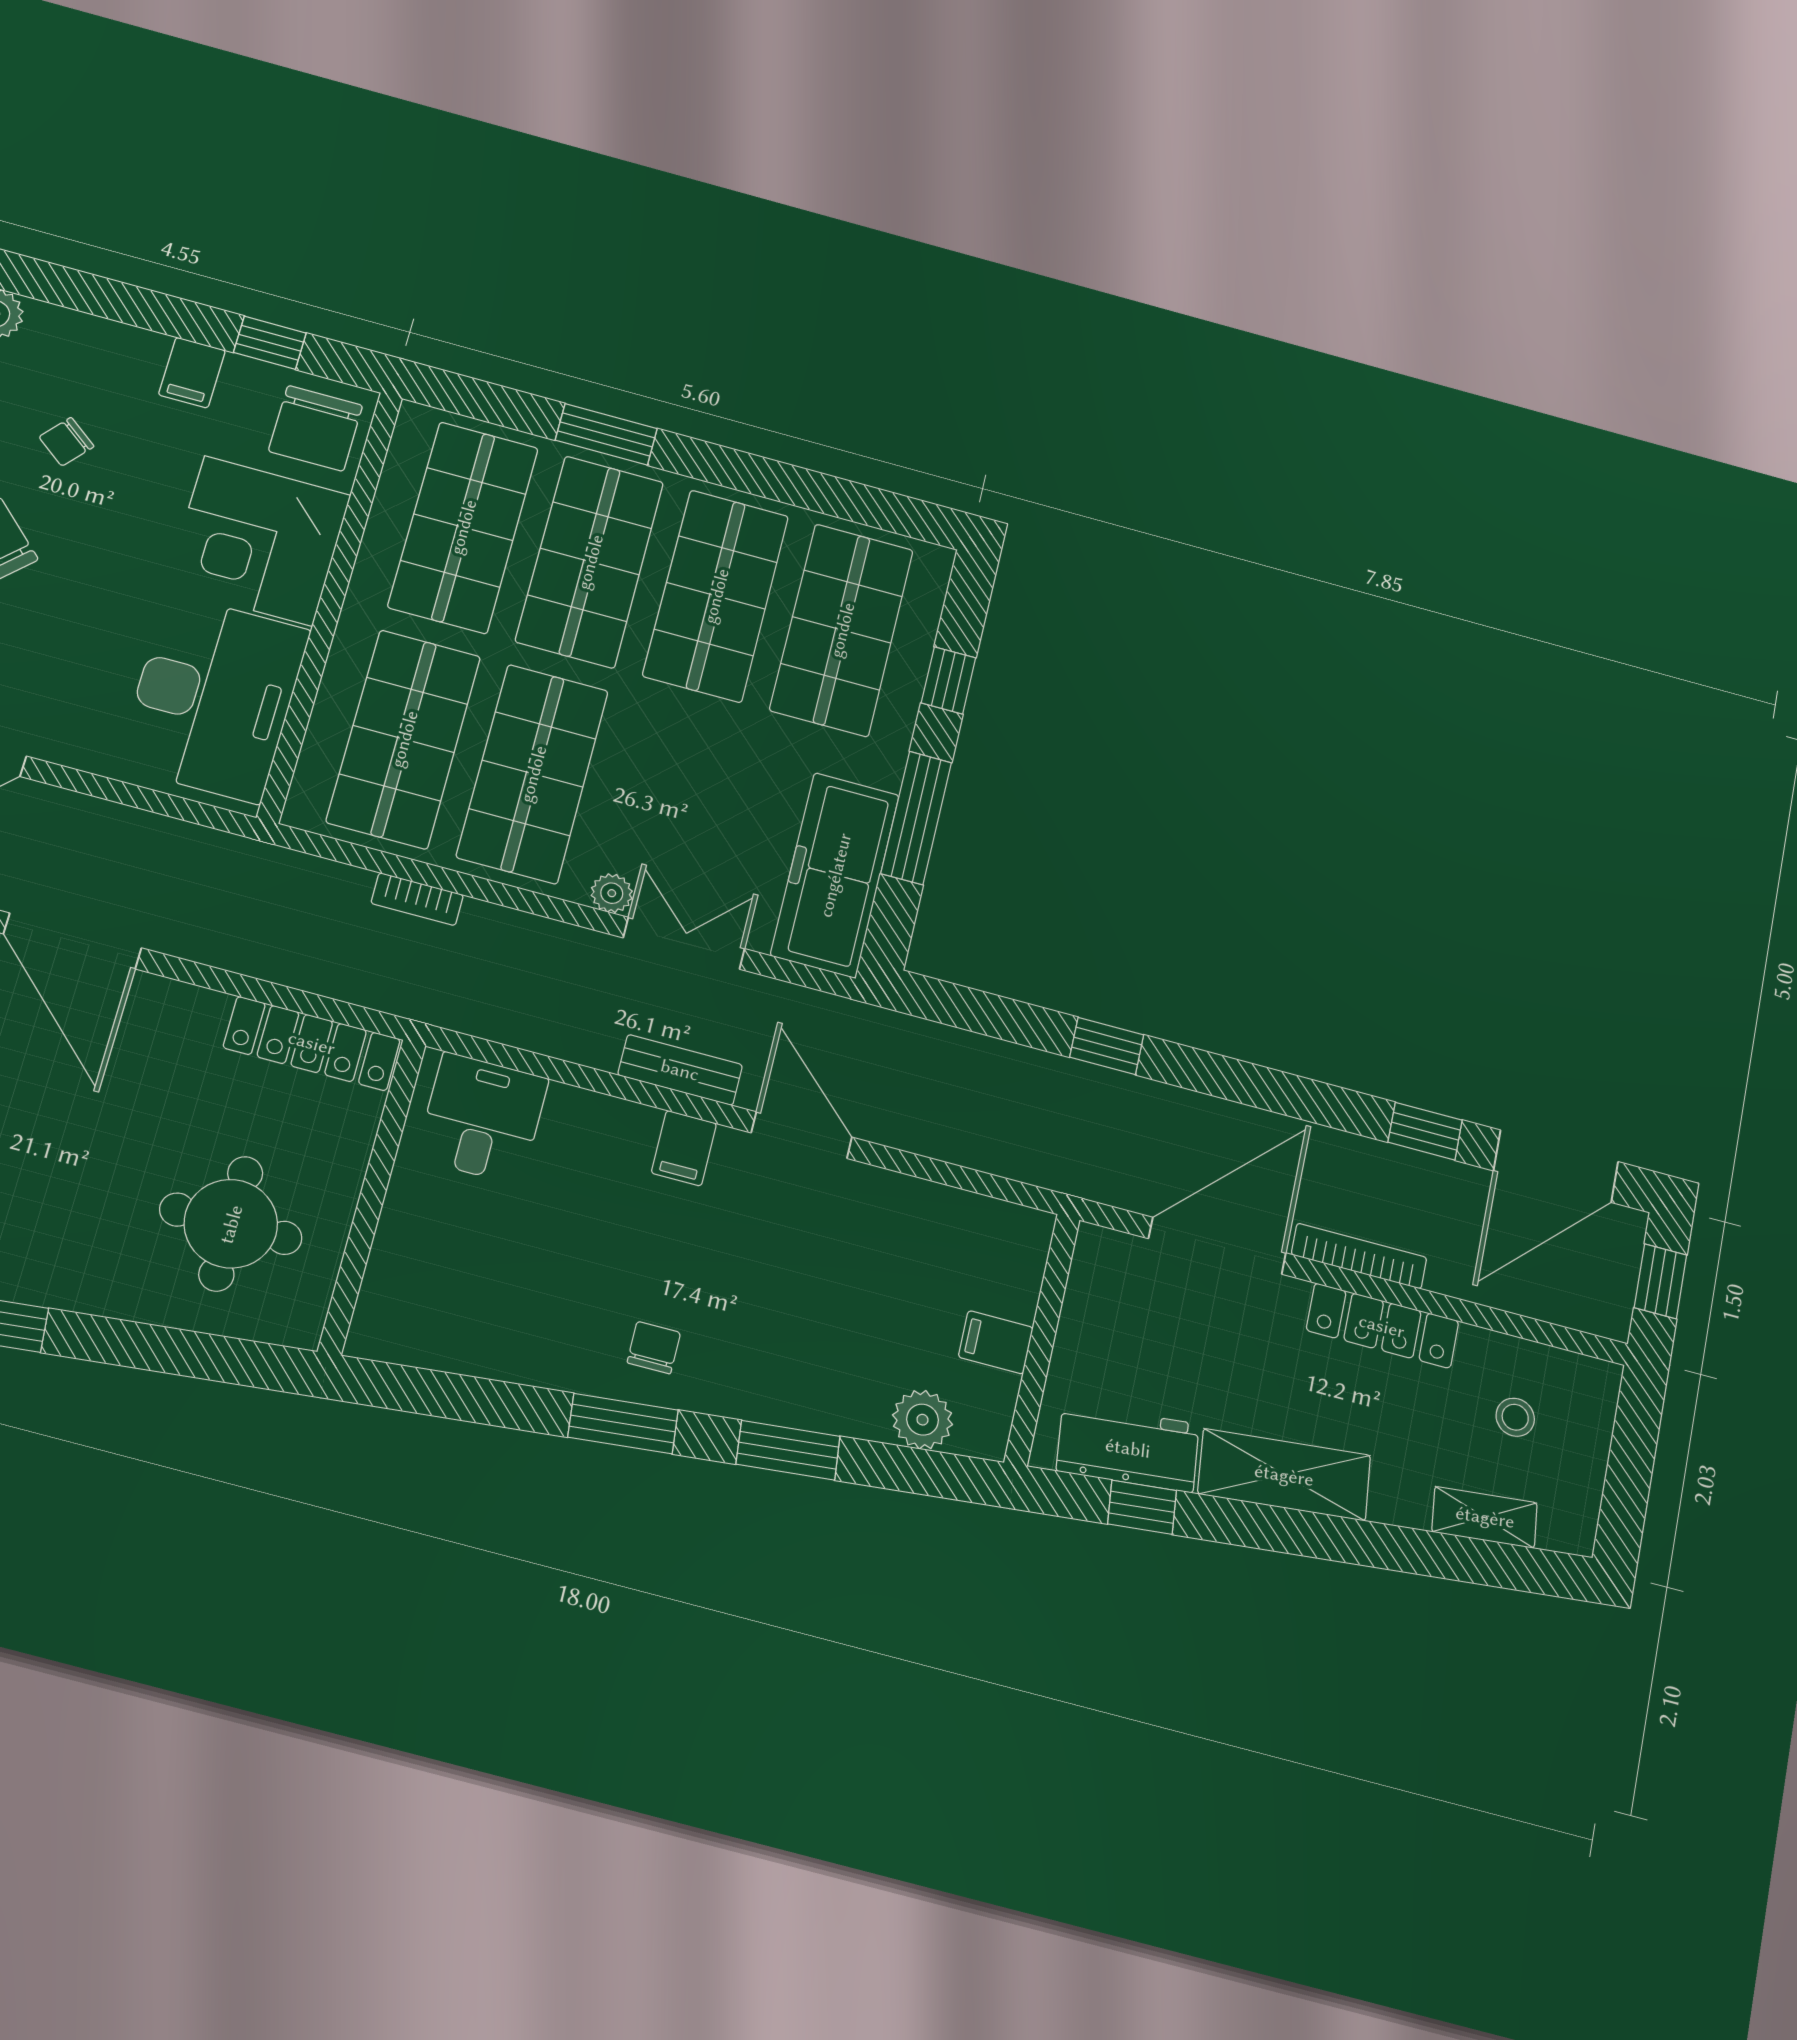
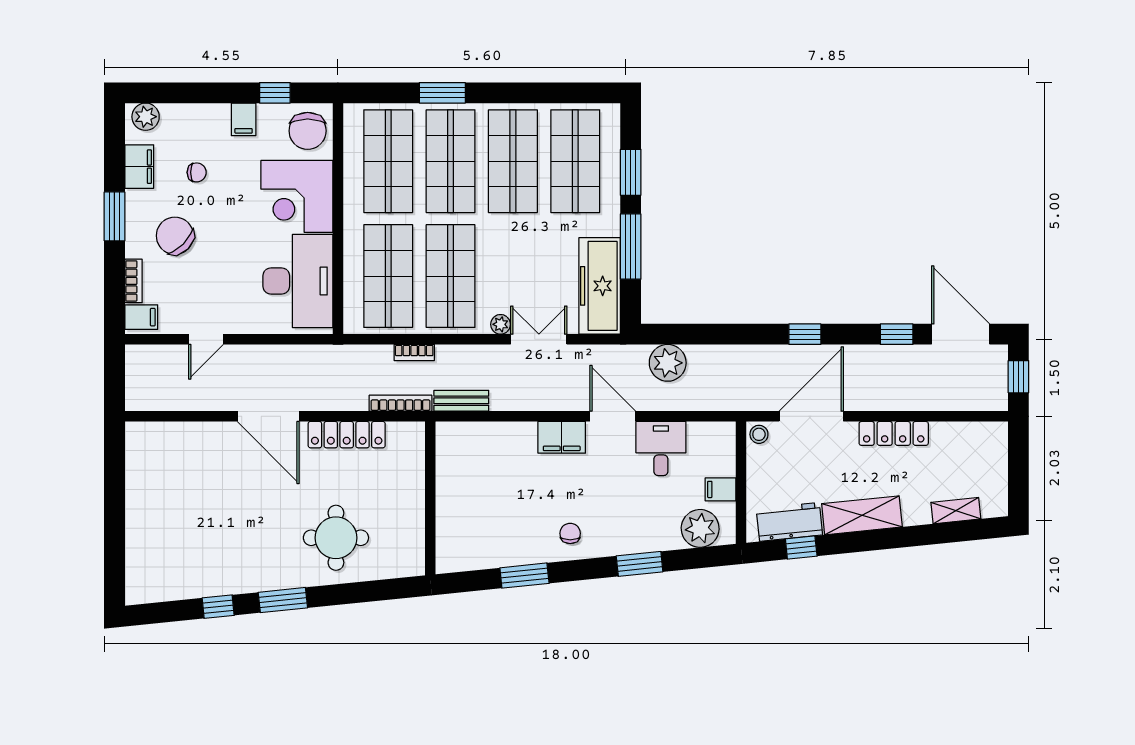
chair: (66, 442) -> (197, 172), turned -129
window: (948, 680) -> (631, 172), width x1.50
locker: (312, 1043) -> (347, 435), moved
window: (1107, 1046) -> (805, 334), moved
plant: (941, 1061) -> (668, 363), added
bench: (680, 1070) -> (461, 401), moved
desk: (482, 1118) -> (661, 449), moved
filing cabinet: (684, 1148) -> (562, 437), width x2.00
door: (1556, 1166) -> (961, 334), swing flipped
round table: (231, 1224) -> (336, 538), moved
bookcase: (1359, 1256) -> (401, 403), moved
stool: (1515, 1417) -> (759, 434), moved
plant: (922, 1420) -> (700, 528), width x1.36, depth x1.36
window: (623, 1424) -> (524, 576), moved

